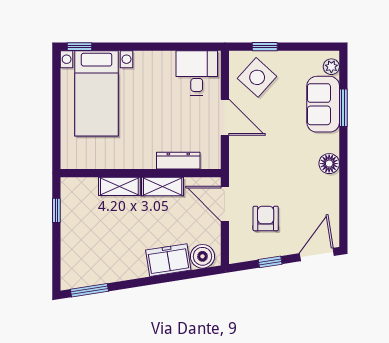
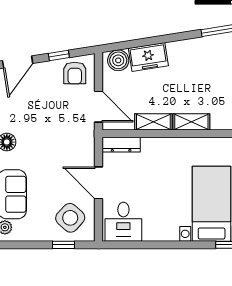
dresser: (178, 161) -> (121, 145), moved
armchair: (266, 218) -> (75, 73), moved

